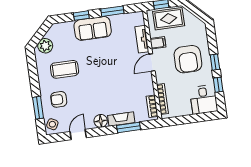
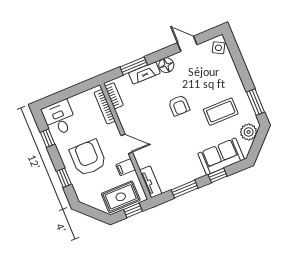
sofa: (93, 28) -> (221, 156), moved
tv unit: (142, 39) -> (151, 182), moved
window: (215, 62) -> (64, 178), moved
door: (152, 63) -> (127, 144), hinge flipped
armchair: (59, 99) -> (179, 105), moved, turned 90
window: (38, 108) -> (256, 102), moved
door: (78, 135) -> (187, 44), swing flipped

